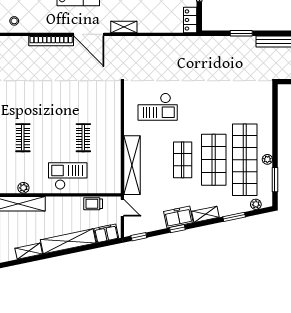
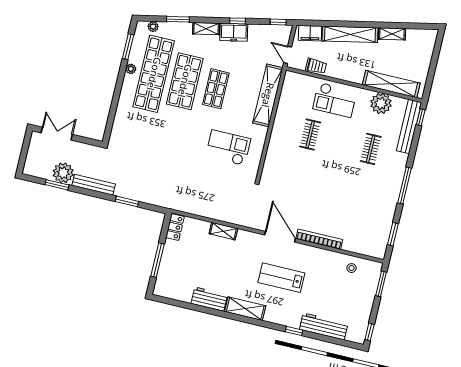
shelving: (124, 27) -> (223, 231), moved
plant: (23, 188) -> (381, 103), width x1.88, depth x1.88

